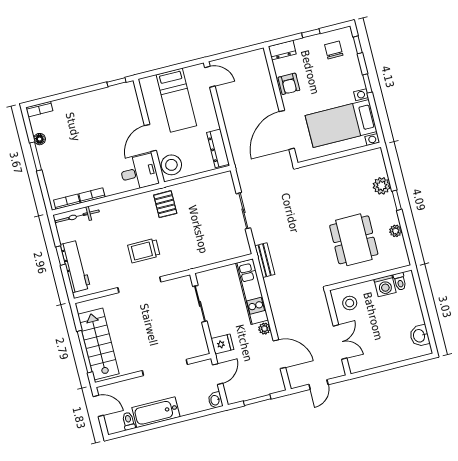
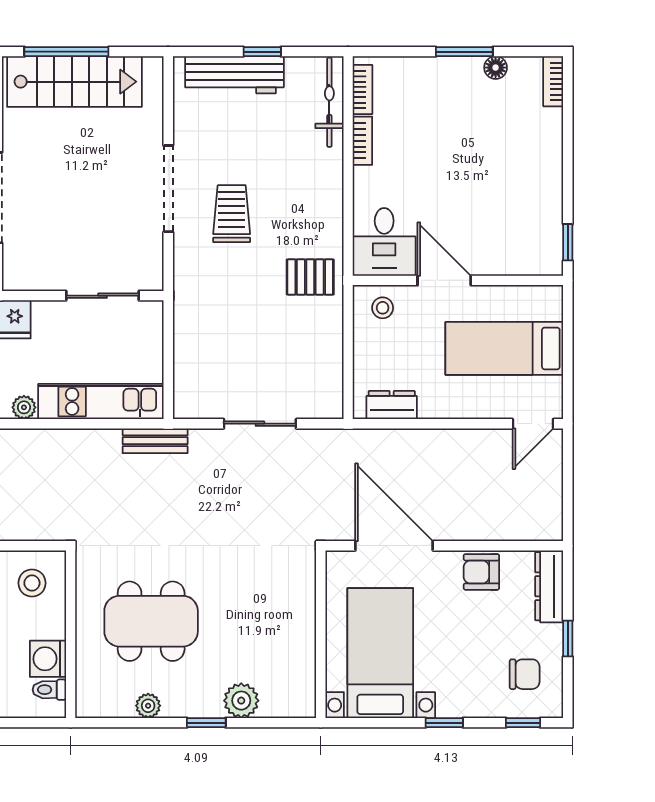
dresser: (282, 50) -> (549, 586), width x1.44
dresser: (218, 148) -> (392, 405), width x0.70
stool: (171, 165) -> (383, 308), width x0.53, depth x0.53

